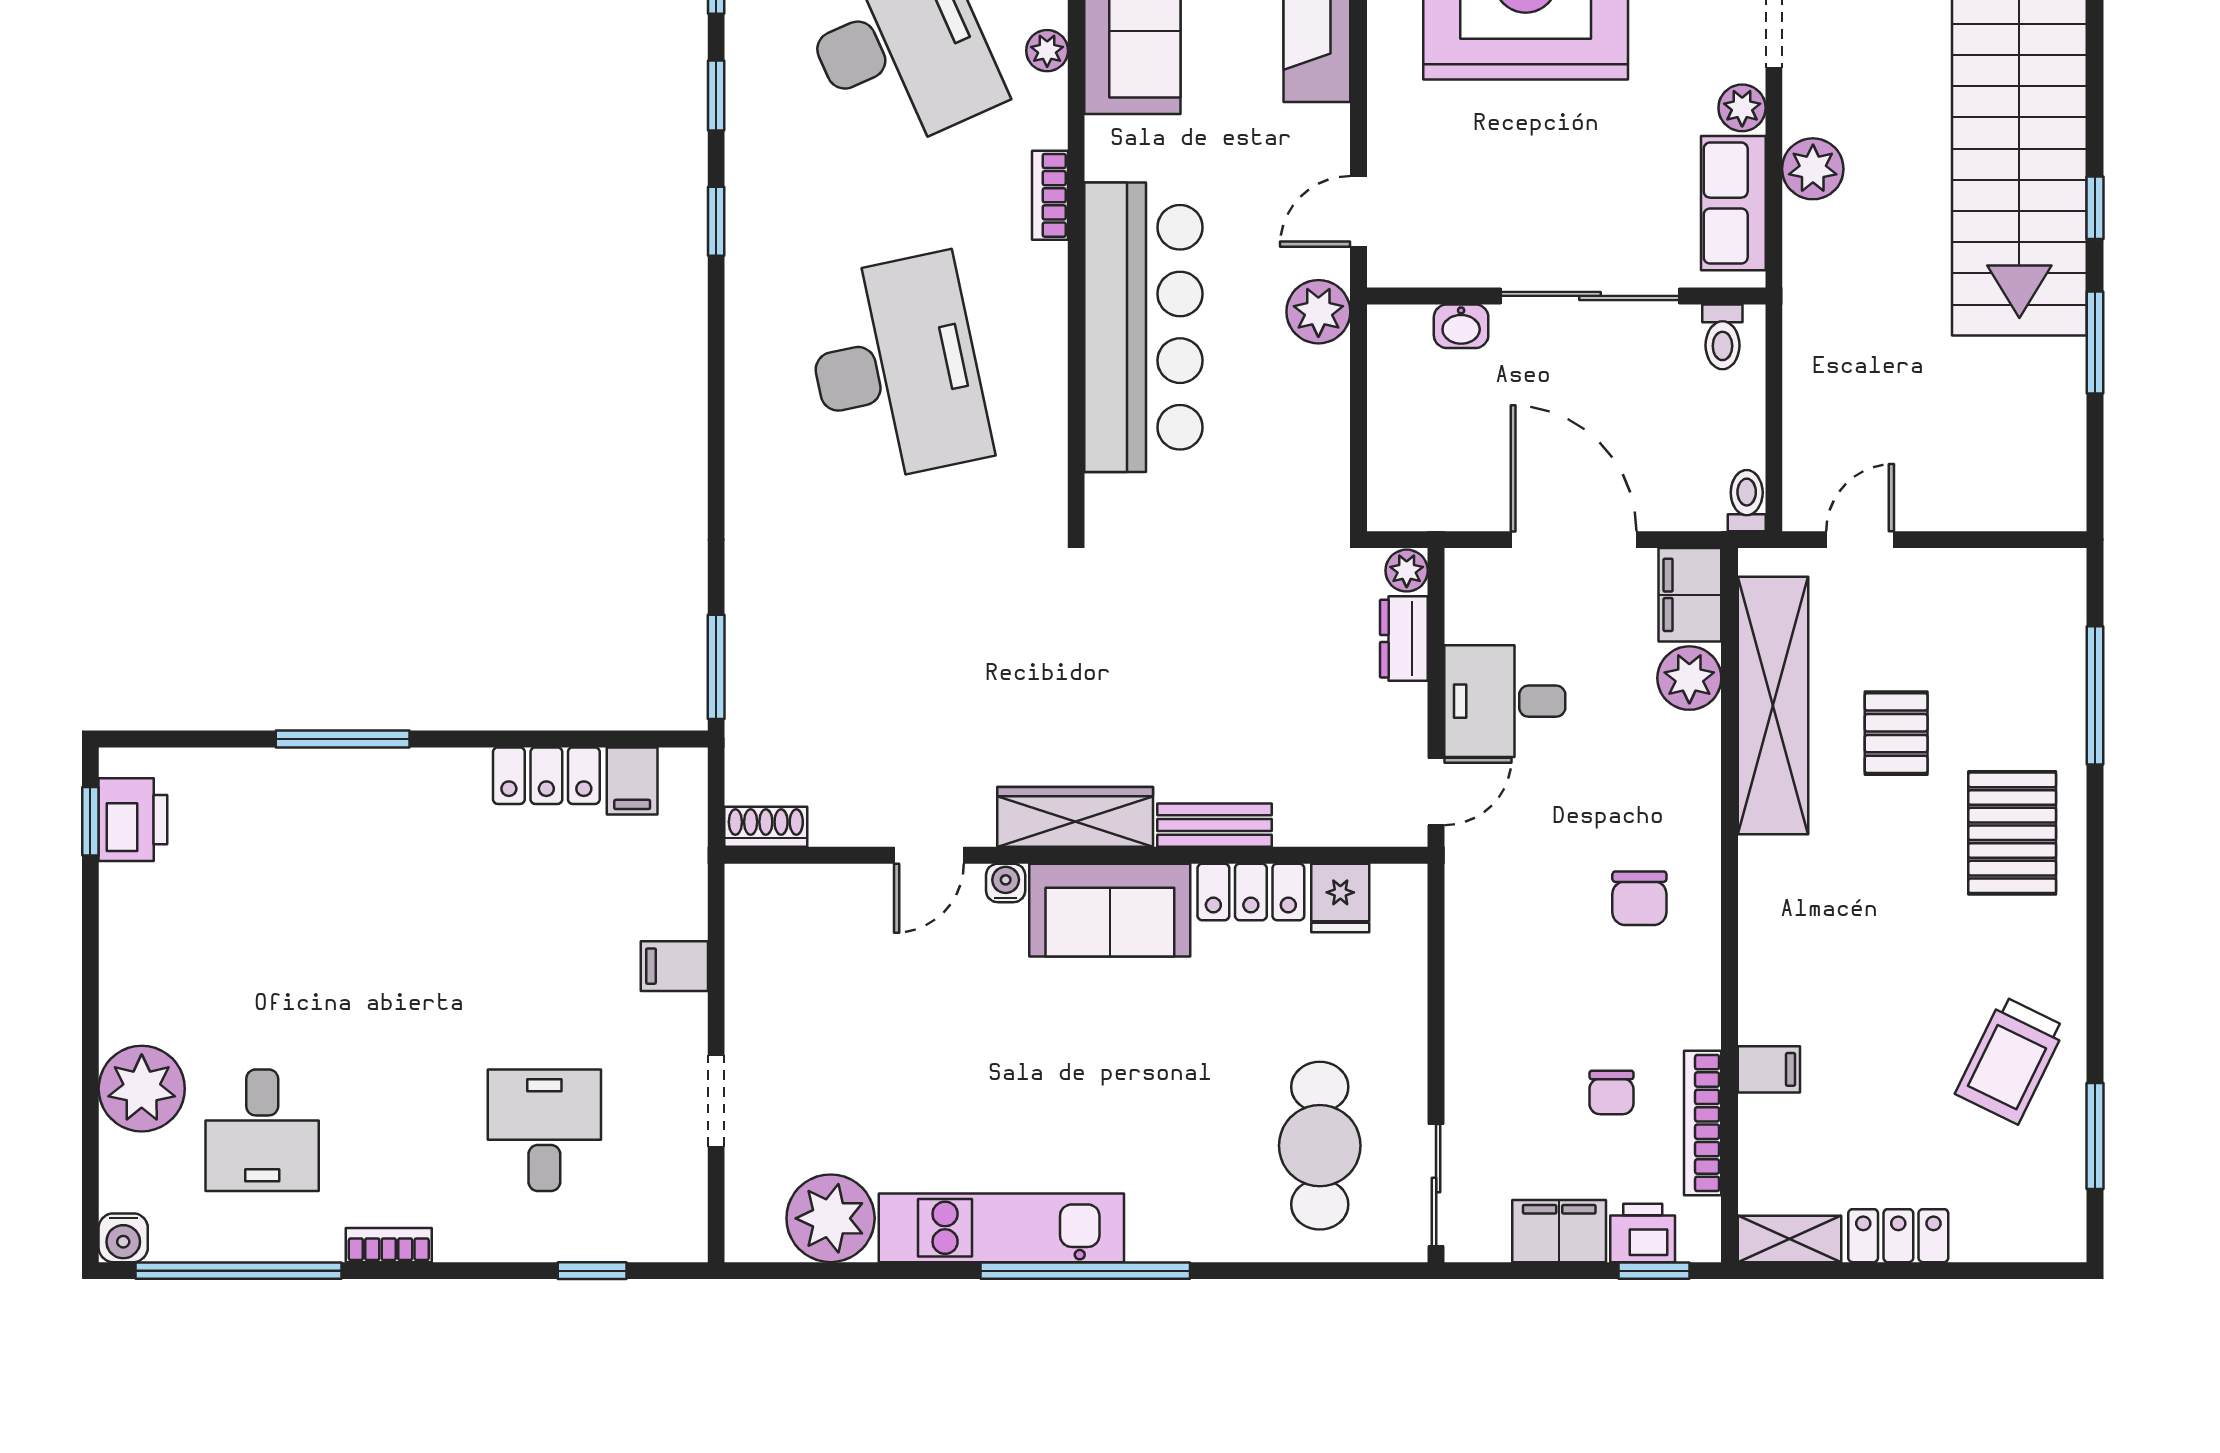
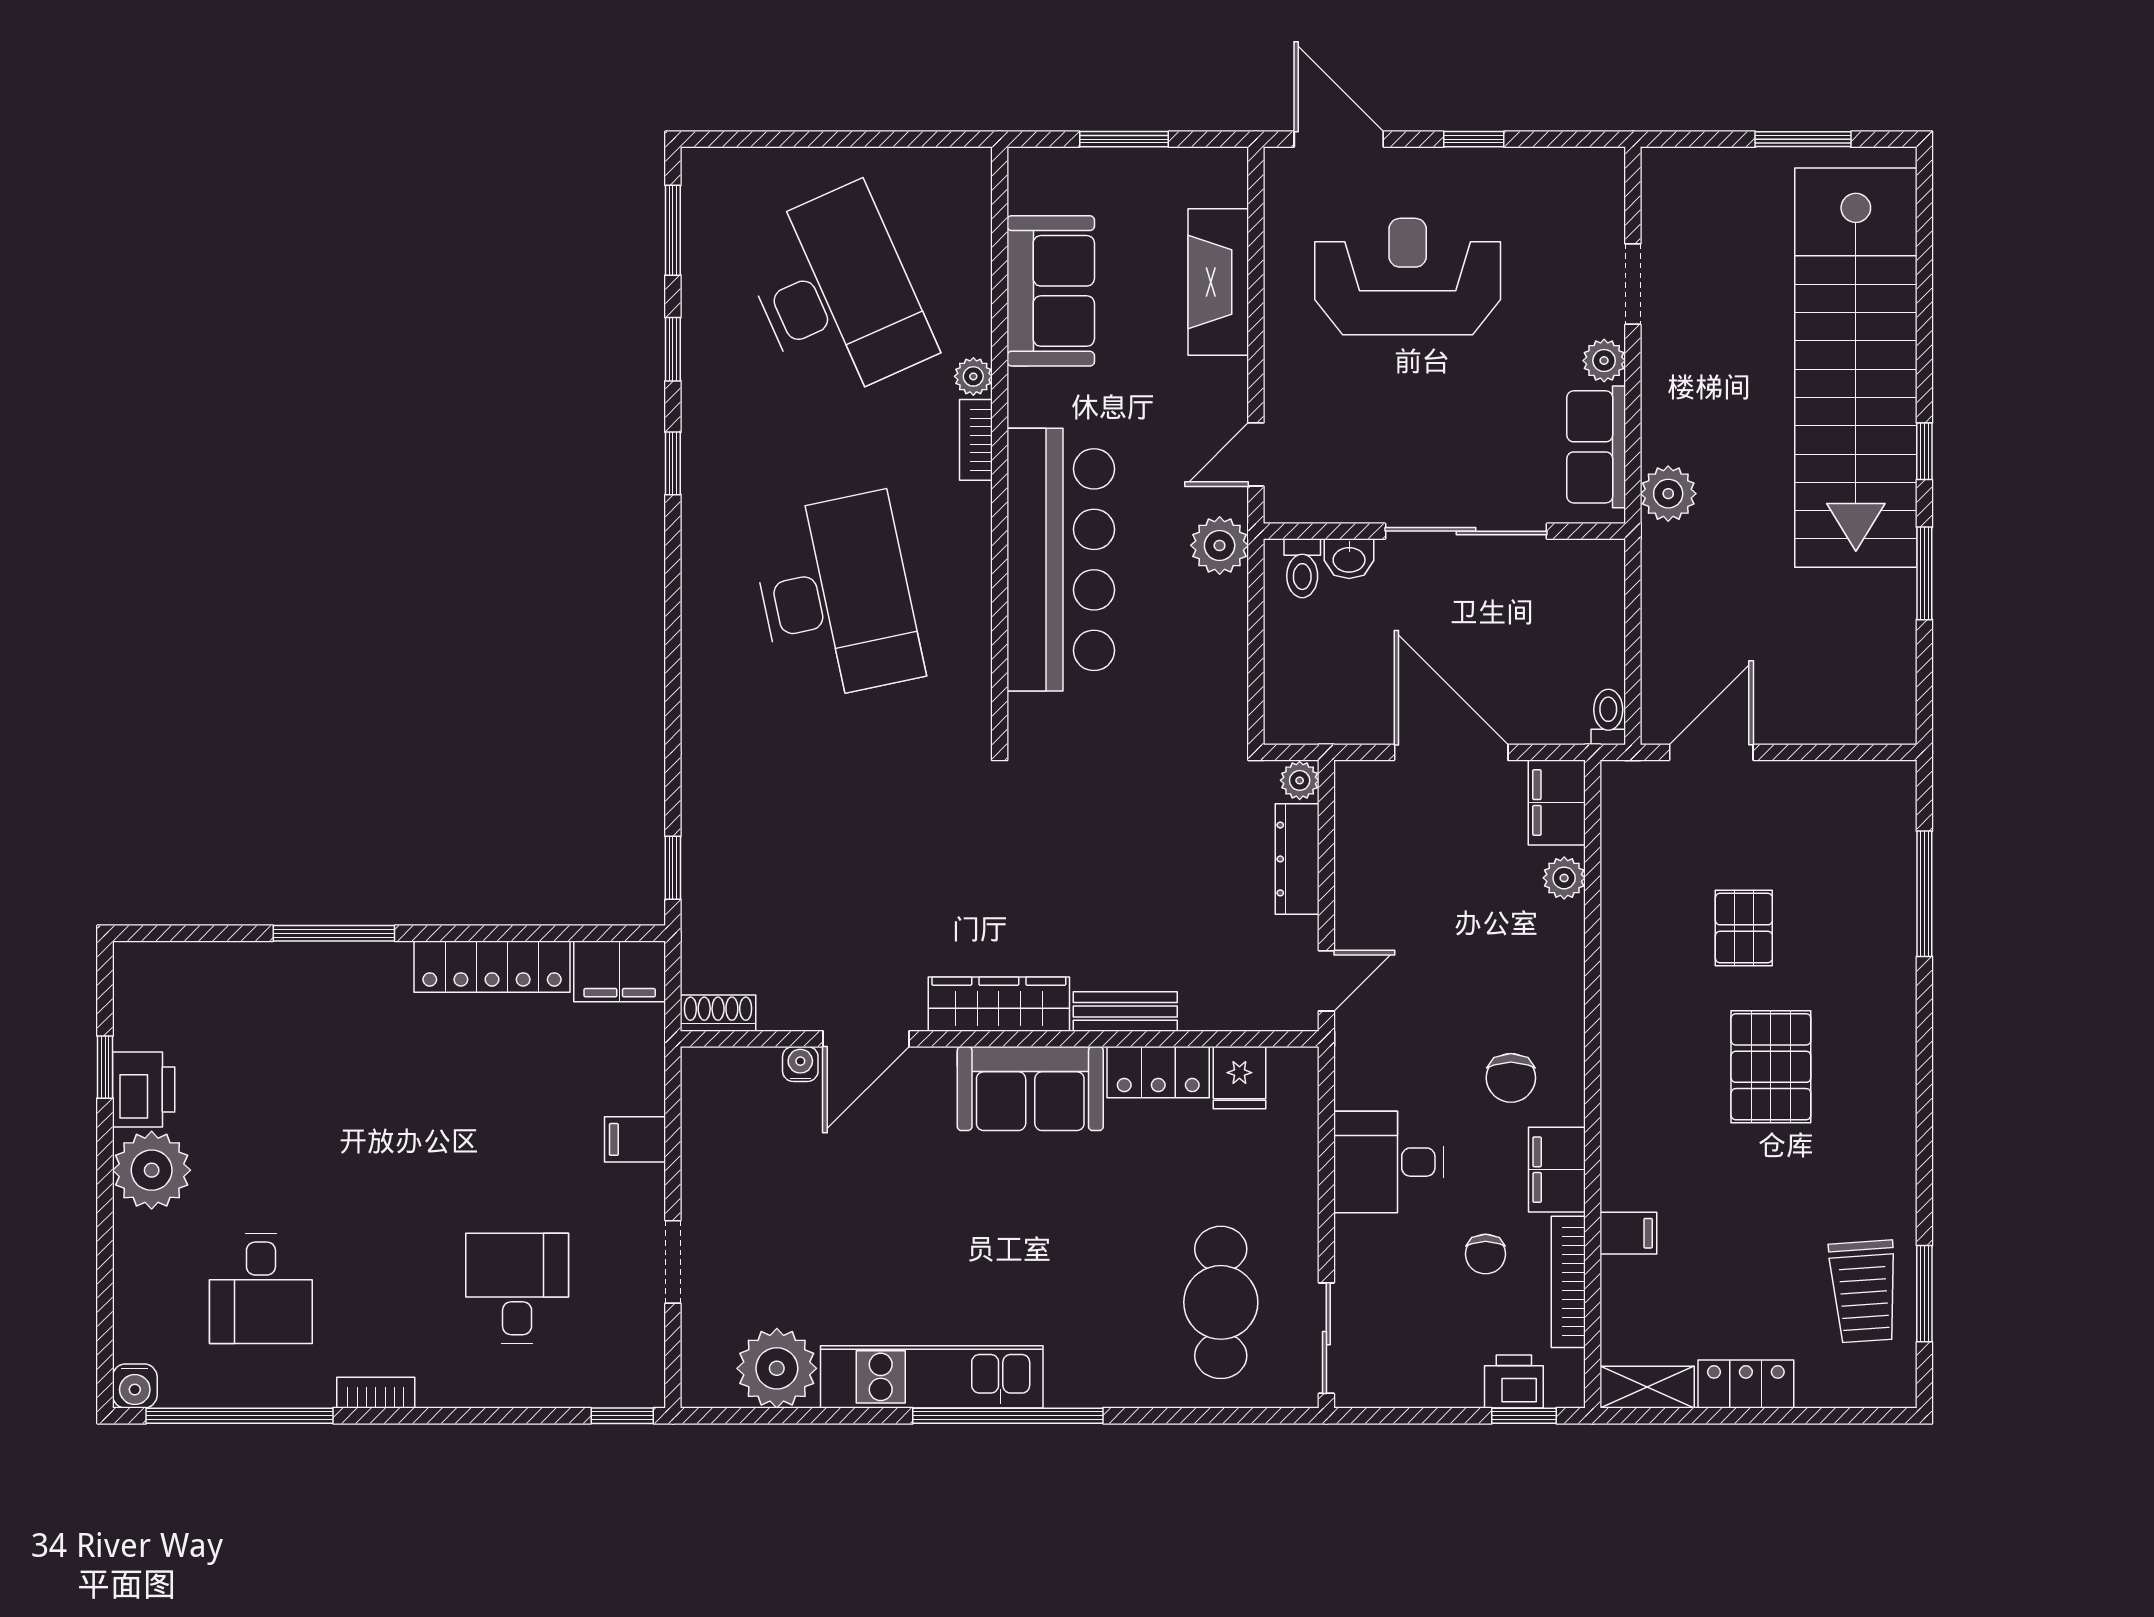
plant: (1047, 51) -> (973, 376), moved
plant: (1813, 169) -> (1668, 494), moved
toilet: (1722, 337) -> (1302, 568), moved
door: (1860, 540) -> (1711, 752), width x1.38
dresser: (1404, 639) -> (1297, 859), width x1.44
window: (716, 667) -> (673, 868), width x0.67
plant: (1689, 678) -> (1564, 878), width x0.73, depth x0.73
desk: (1505, 701) -> (1389, 1162), moved
shelving: (1773, 706) -> (1632, 903), removed
locker: (546, 776) -> (492, 967), width x1.53
filing cabinet: (632, 781) -> (620, 971), width x2.00
printer: (133, 820) -> (144, 1090), moved
window: (90, 821) -> (105, 1067), moved
pallet: (2012, 833) -> (1771, 1067), moved
door: (929, 855) -> (866, 1039), width x1.38
water cooler: (1006, 883) -> (800, 1064), moved
trolley: (2010, 1060) -> (1864, 1291), moved, turned -30
plant: (142, 1089) -> (152, 1170), moved
filing cabinet: (1559, 1231) -> (1557, 1170), moved, turned -90
window: (592, 1271) -> (622, 1416), moved

